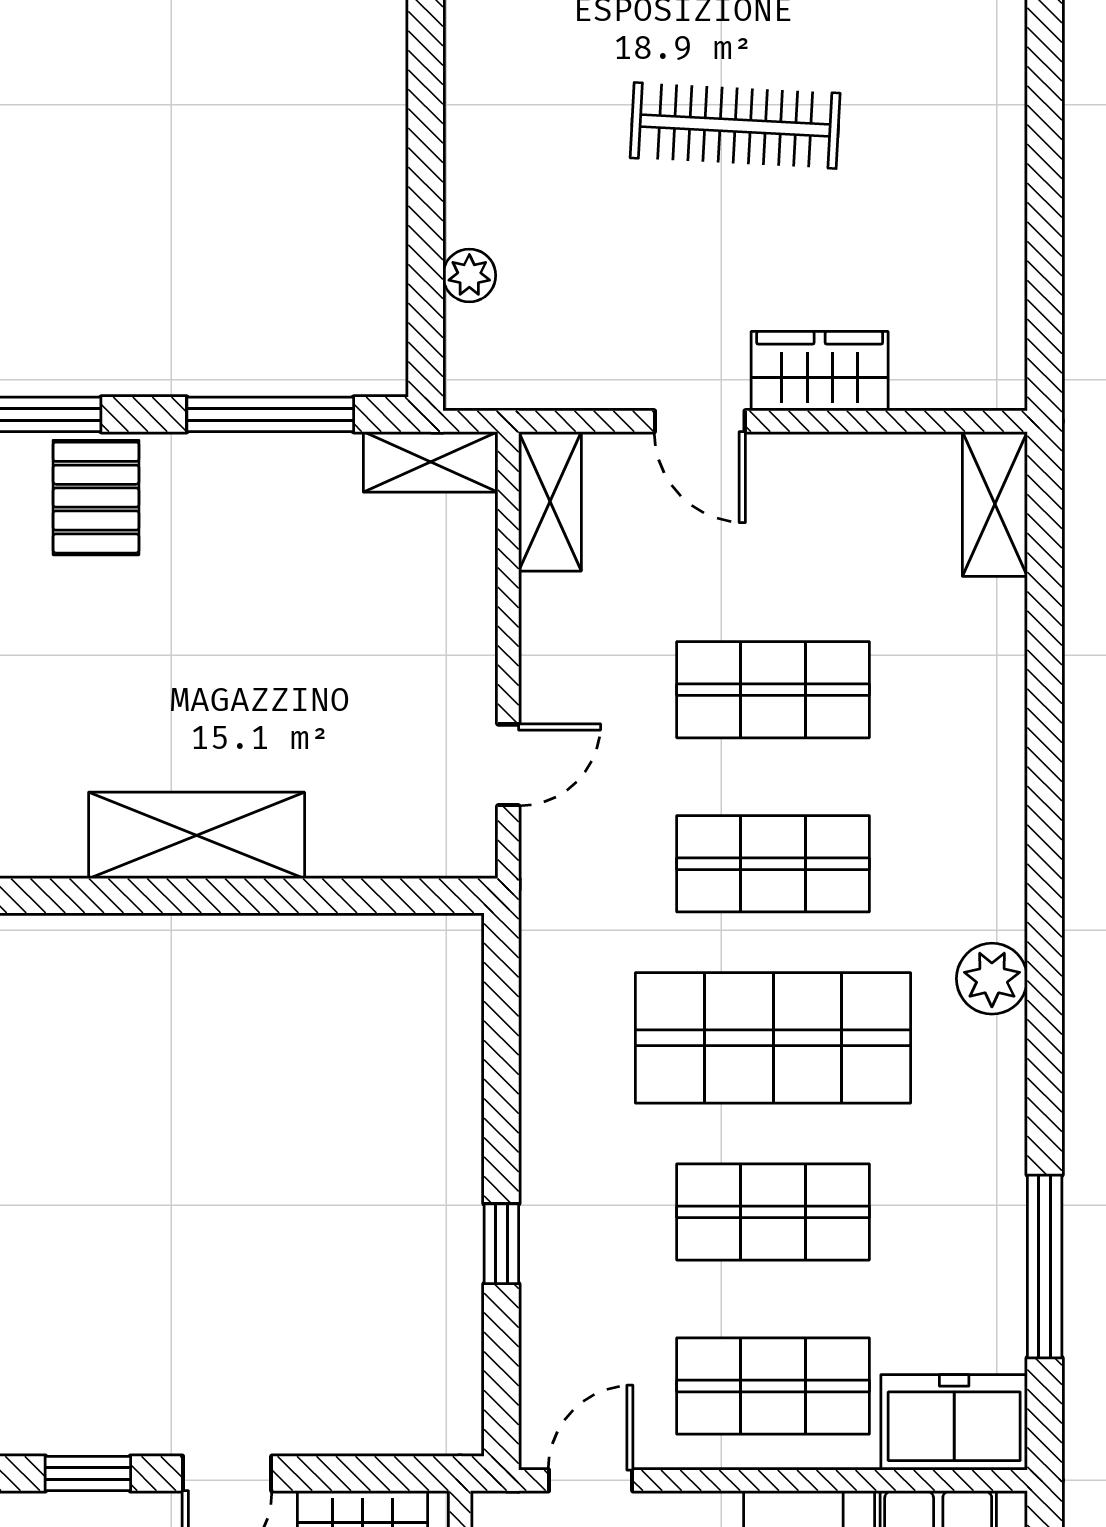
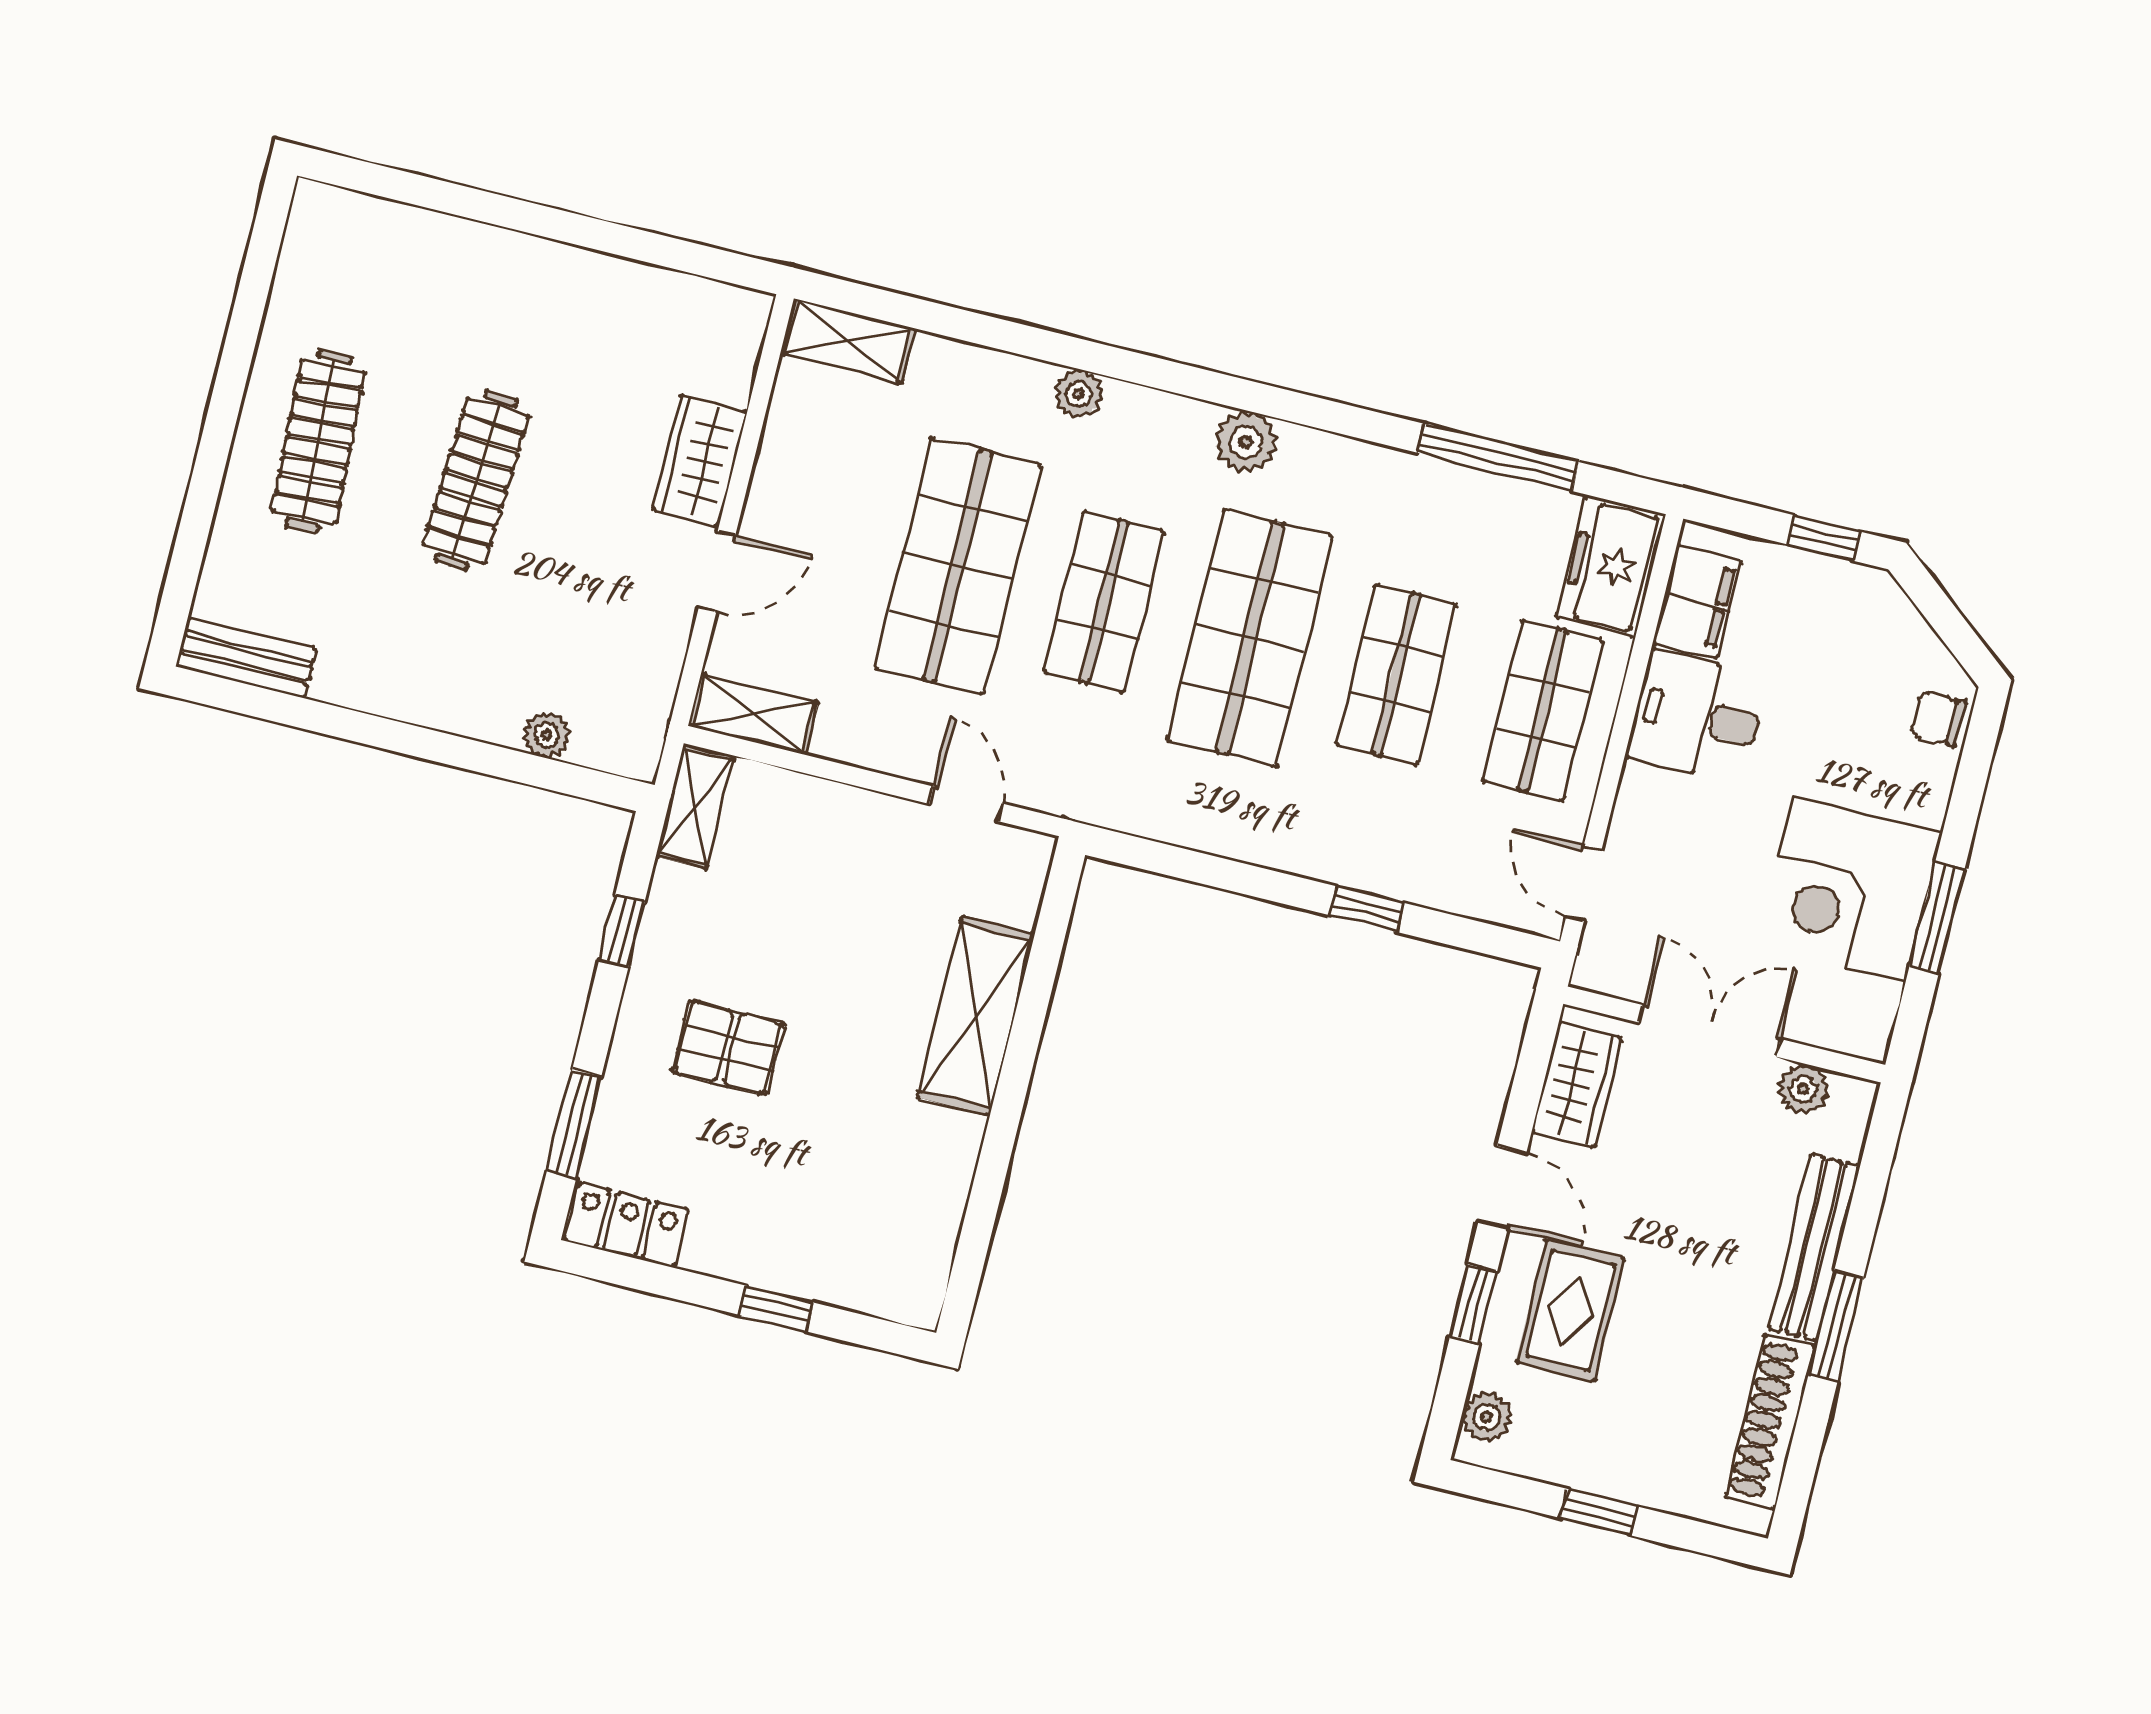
window: (270, 414) -> (622, 931), width x0.46
pallet: (96, 498) -> (728, 1048), moved
shop shelf: (773, 690) -> (958, 566), width x1.43, depth x1.36
plant: (1000, 778) -> (1079, 394), added
shelving: (197, 835) -> (976, 1016), moved

